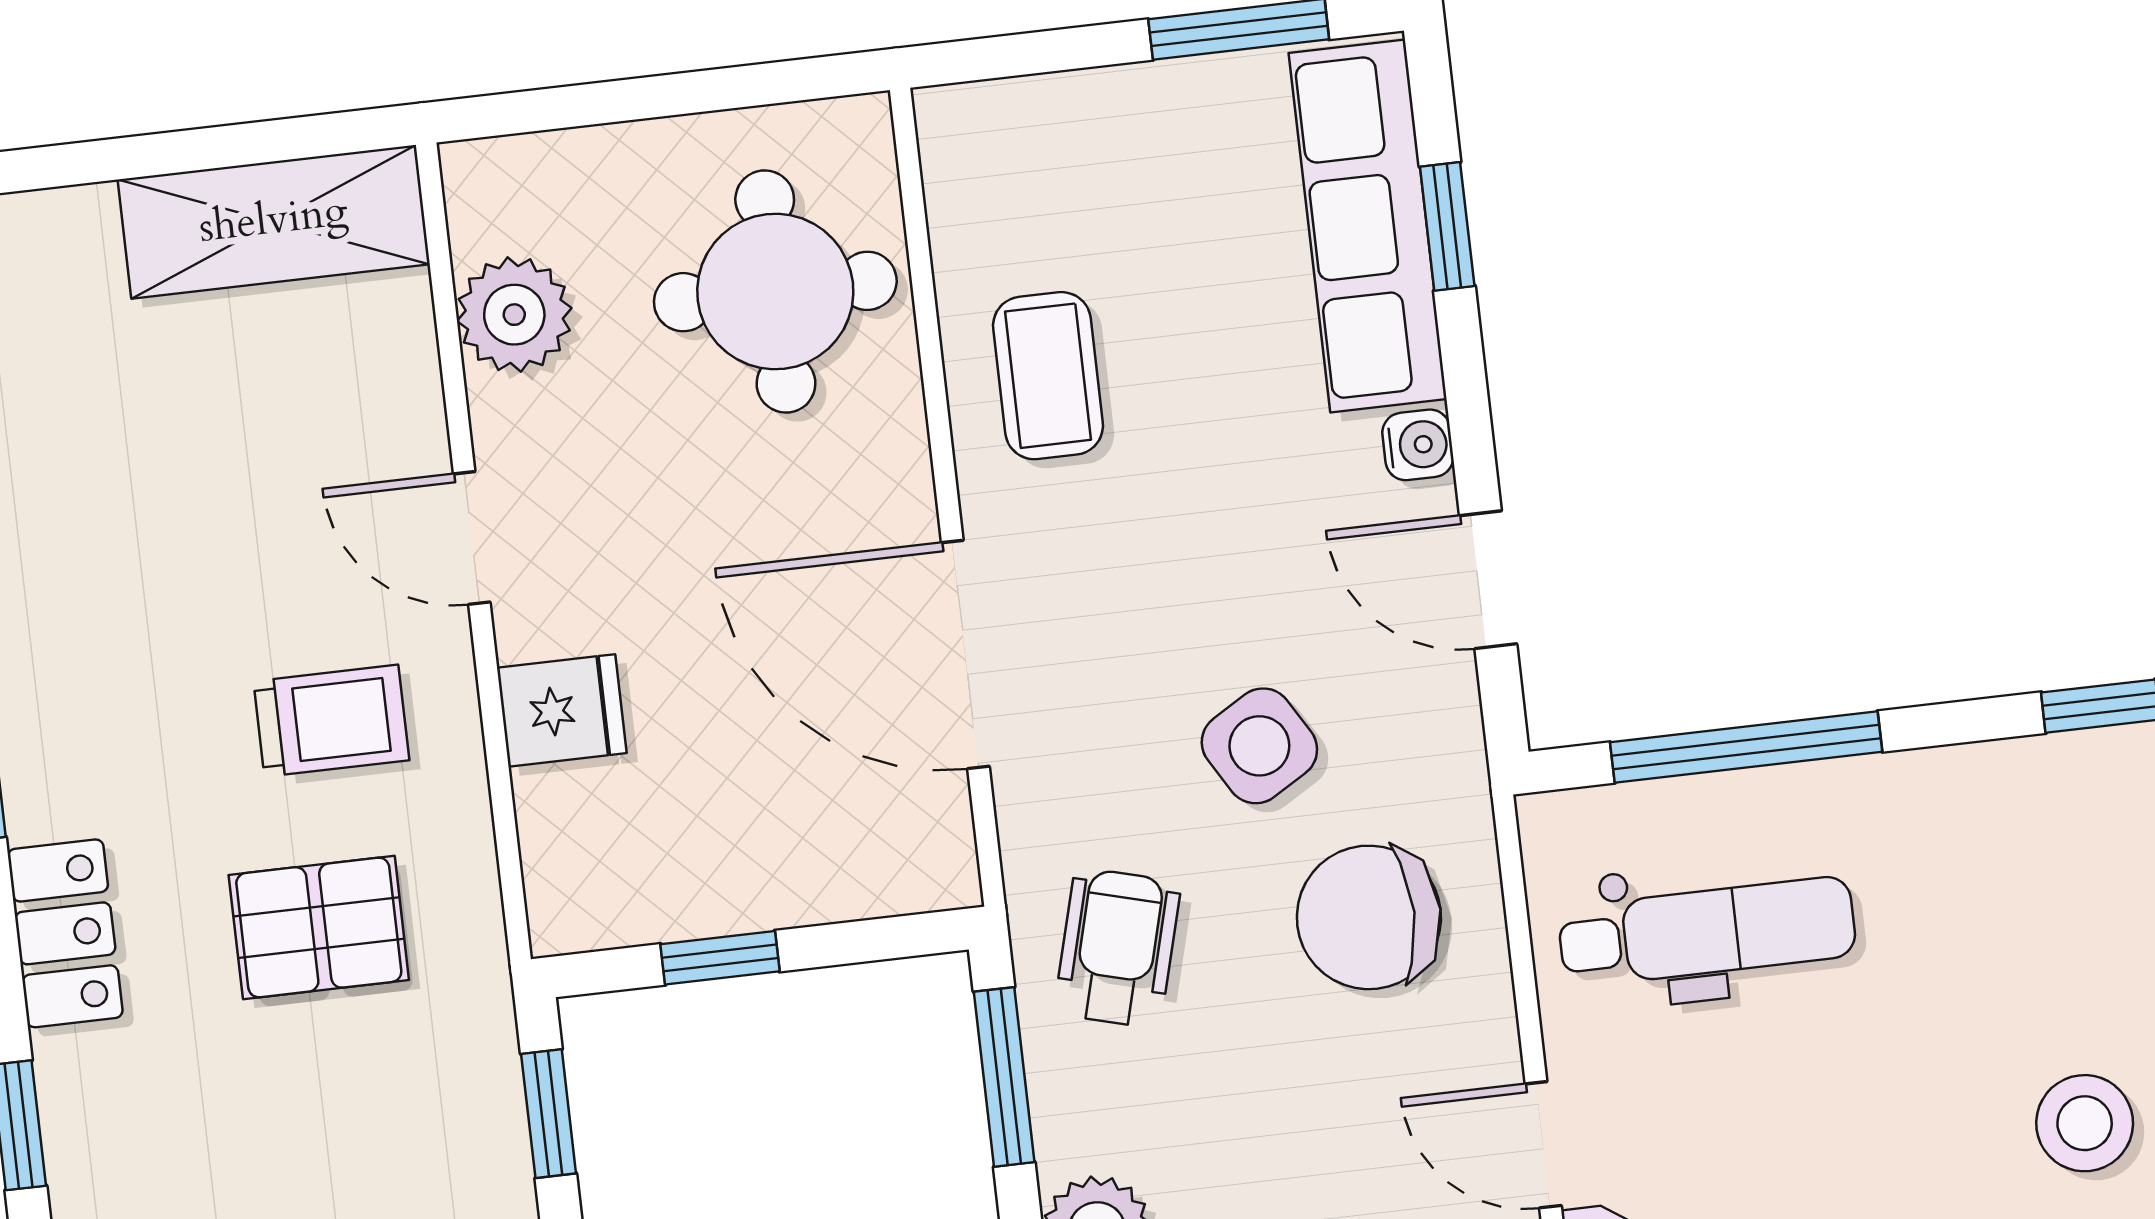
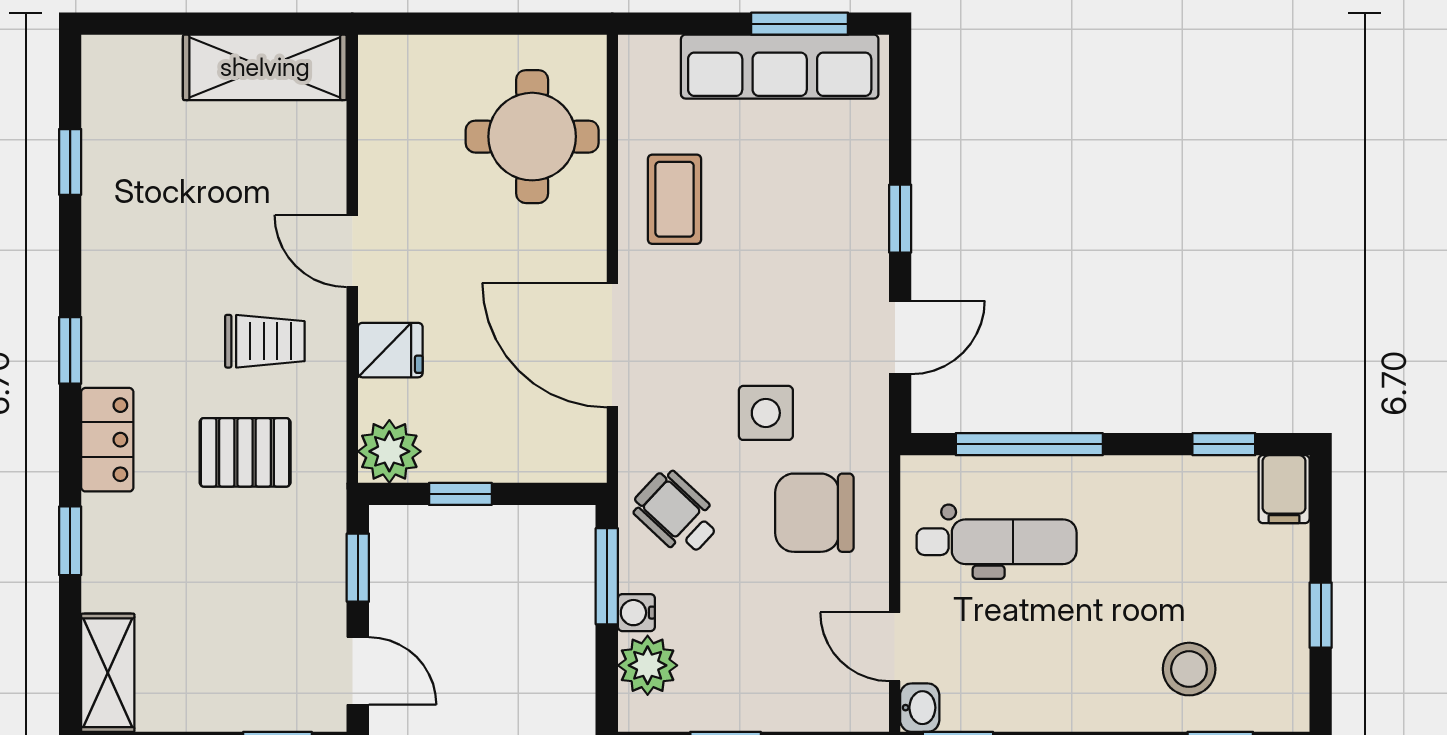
row of seats: (1368, 226) -> (780, 67), moved, turned -90
window: (1447, 226) -> (900, 219), moved
plant: (514, 315) -> (389, 451), moved
water cooler: (1418, 445) -> (636, 613), moved, turned 180
door: (1488, 580) -> (900, 337), swing flipped
side table: (1259, 746) -> (766, 413), turned 31
wheelchair: (1118, 948) -> (676, 513), turned -62

